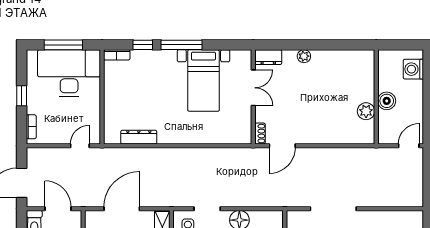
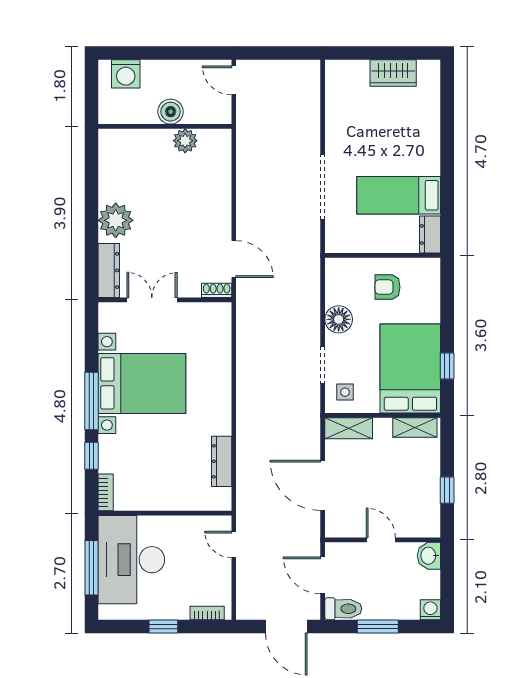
plant: (304, 56) -> (116, 220), width x1.88, depth x1.88
dresser: (268, 57) -> (109, 270), width x1.44
bed with nightstands: (203, 81) -> (142, 383), width x1.36
door: (58, 209) -> (323, 575), hinge flipped

